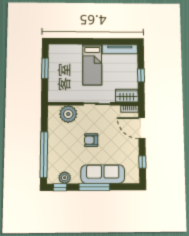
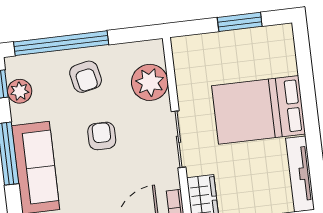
bed: (92, 65) -> (259, 110), width x1.50
armchair: (62, 145) -> (86, 77), added

